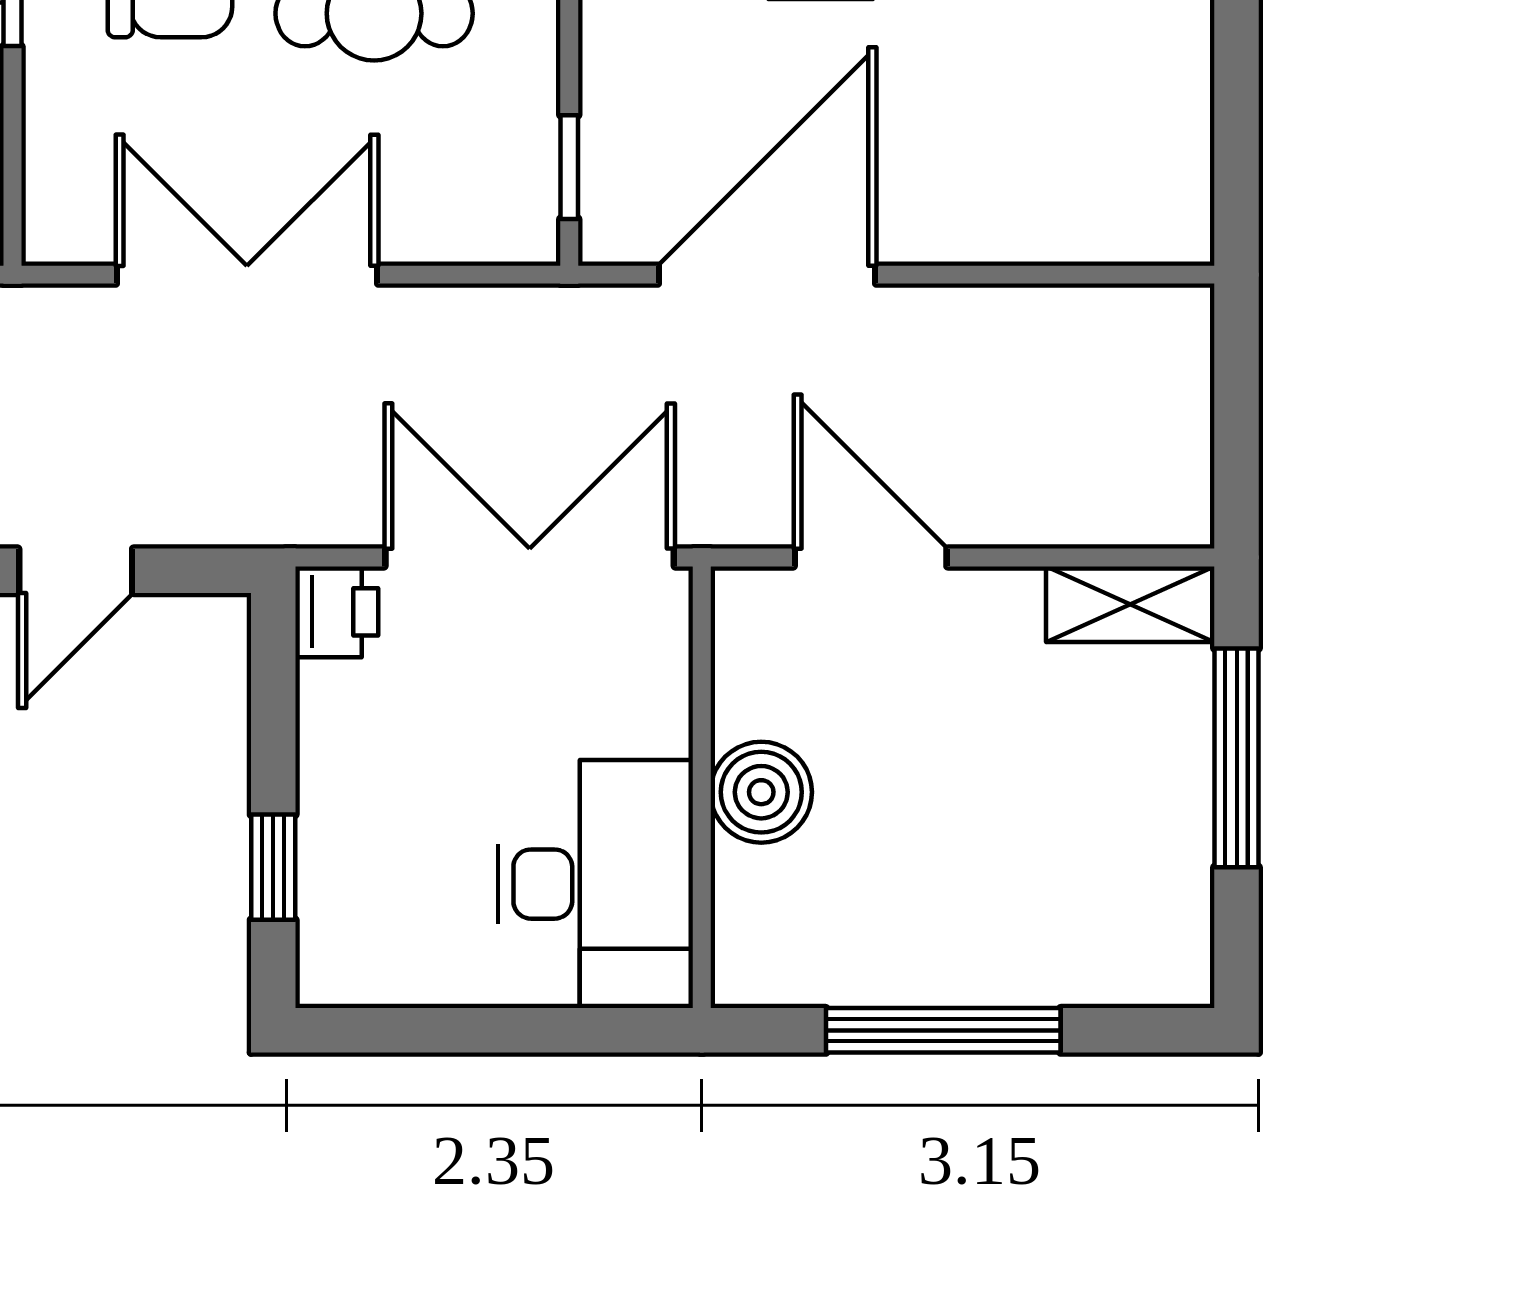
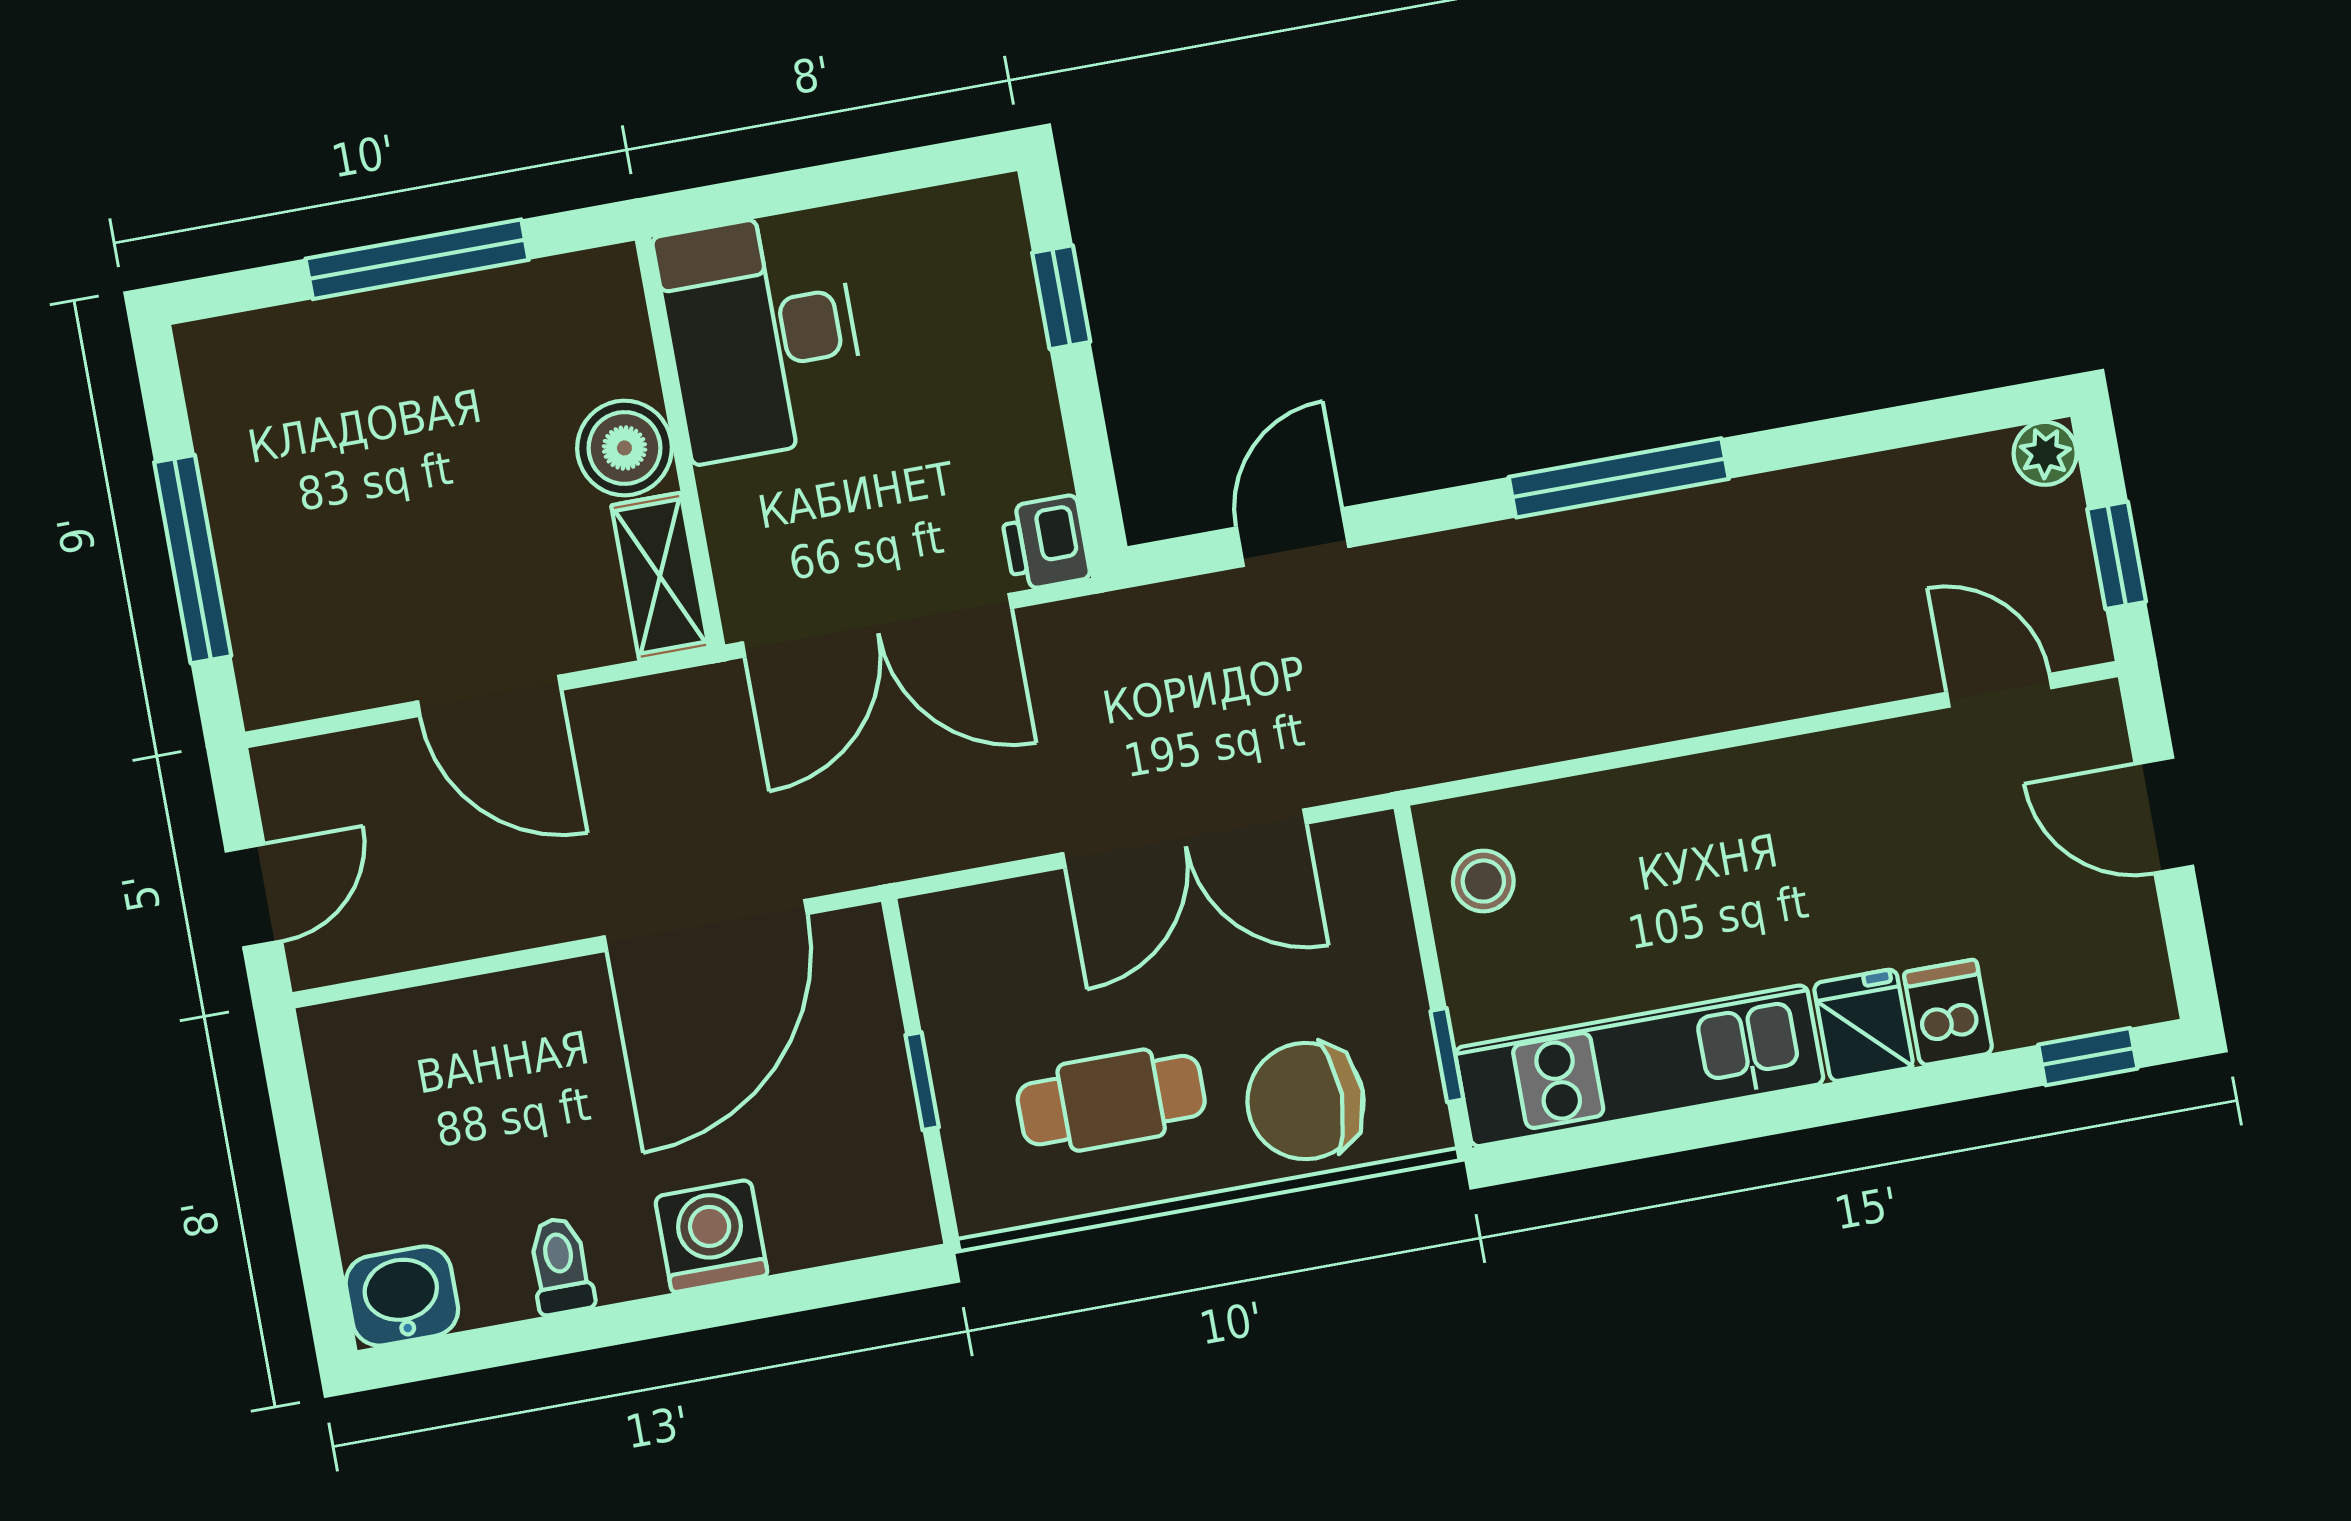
window: (569, 167) -> (922, 1081), moved
door: (1237, 392) -> (254, 896), added
door: (871, 557) -> (489, 696), moved
shelving: (1130, 604) -> (660, 576), moved, turned 90

